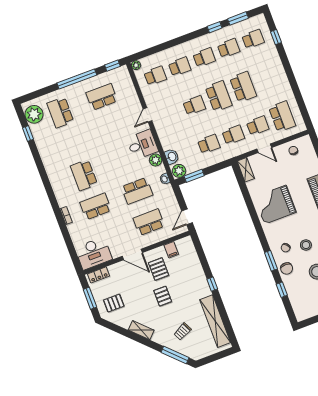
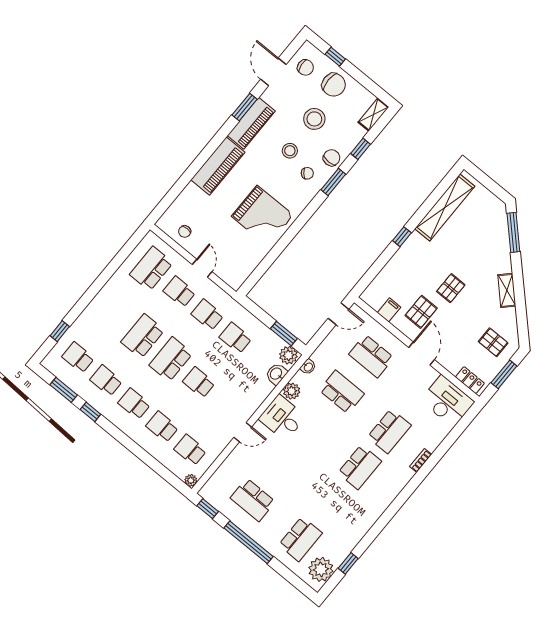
shelving: (246, 170) -> (373, 115), moved
school desk: (96, 206) -> (389, 431), turned -90
trolley: (182, 332) -> (480, 240), removed

